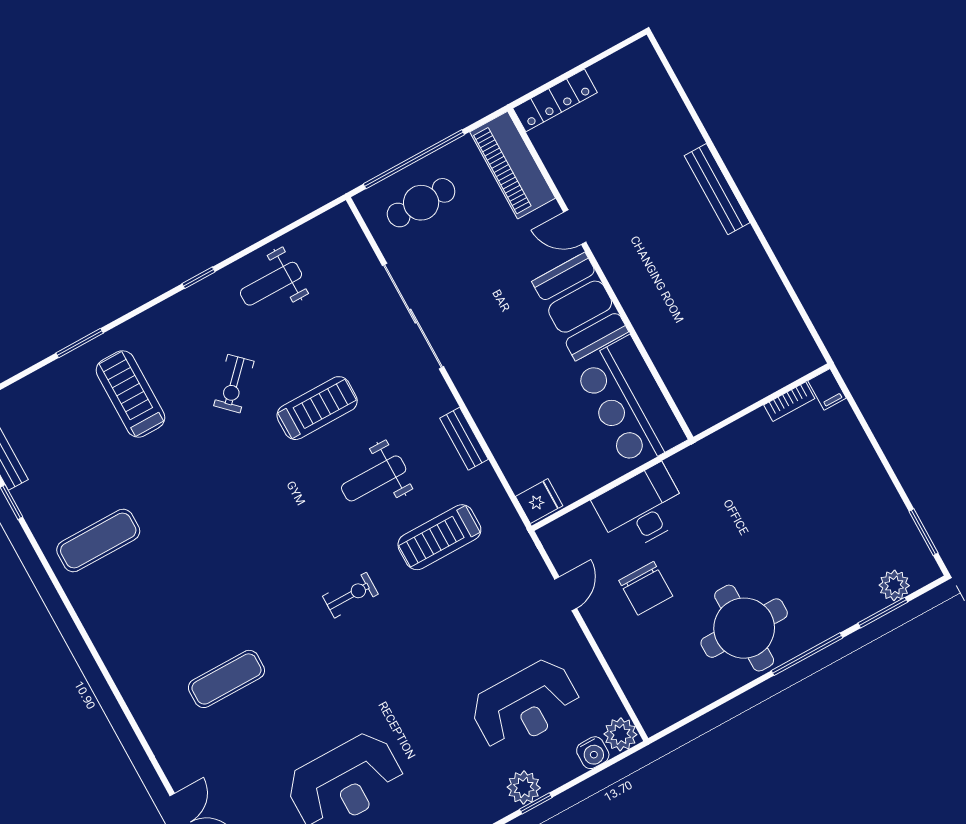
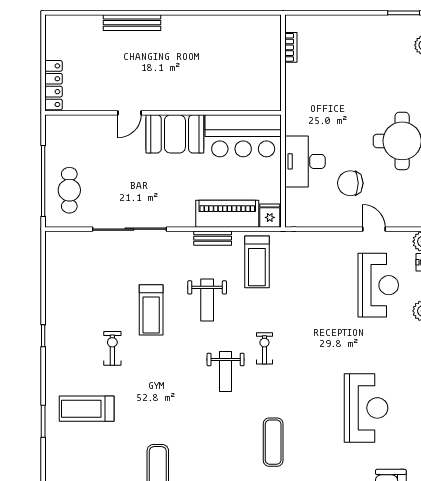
piano: (513, 165) -> (227, 214), moved, turned 180
bench: (717, 189) -> (132, 23), moved
weight bench: (271, 284) -> (226, 372), moved
exercise bike: (234, 384) -> (112, 348), turned -134
filing cabinet: (827, 389) -> (296, 23), removed
treadmill: (317, 408) -> (151, 310), turned 180
treadmill: (439, 537) -> (257, 262), moved
chair: (646, 588) -> (350, 183), turned 180
door: (566, 594) -> (374, 229), moved

